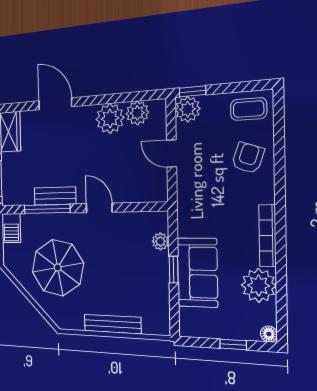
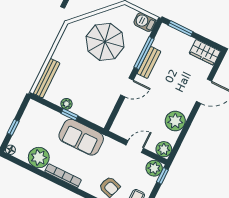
plant: (137, 113) -> (164, 149), moved
plant: (160, 241) -> (67, 104), moved
sofa: (197, 272) -> (81, 137), moved
bench: (112, 324) -> (46, 78), moved

